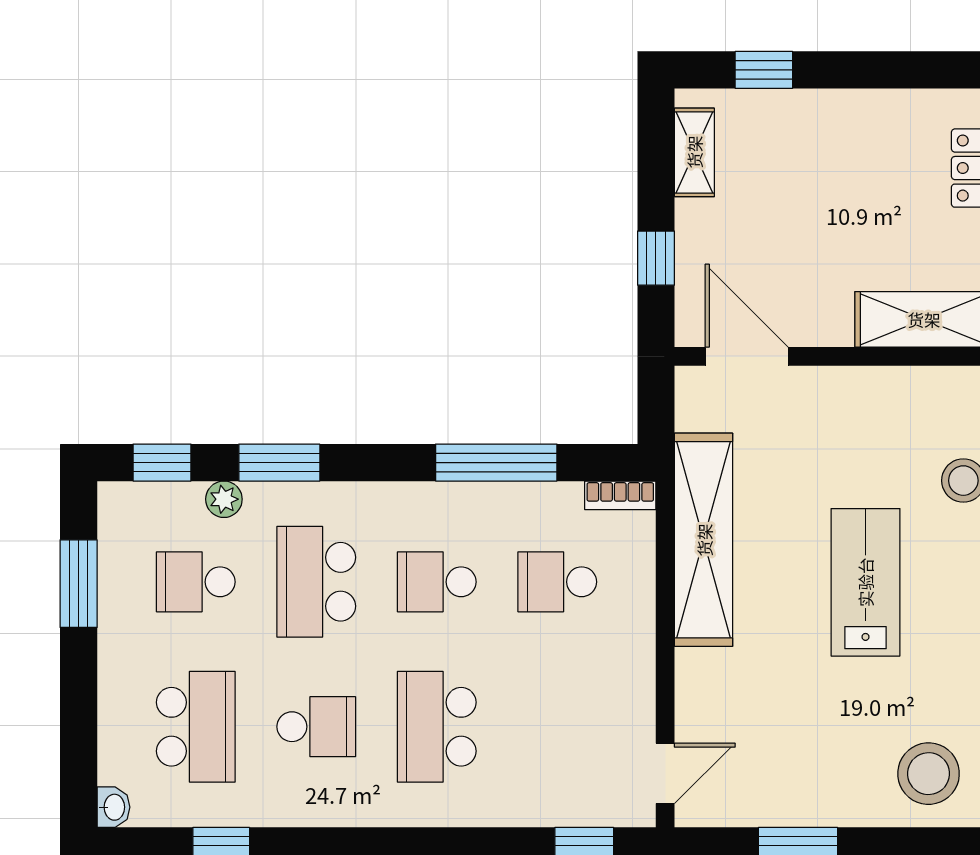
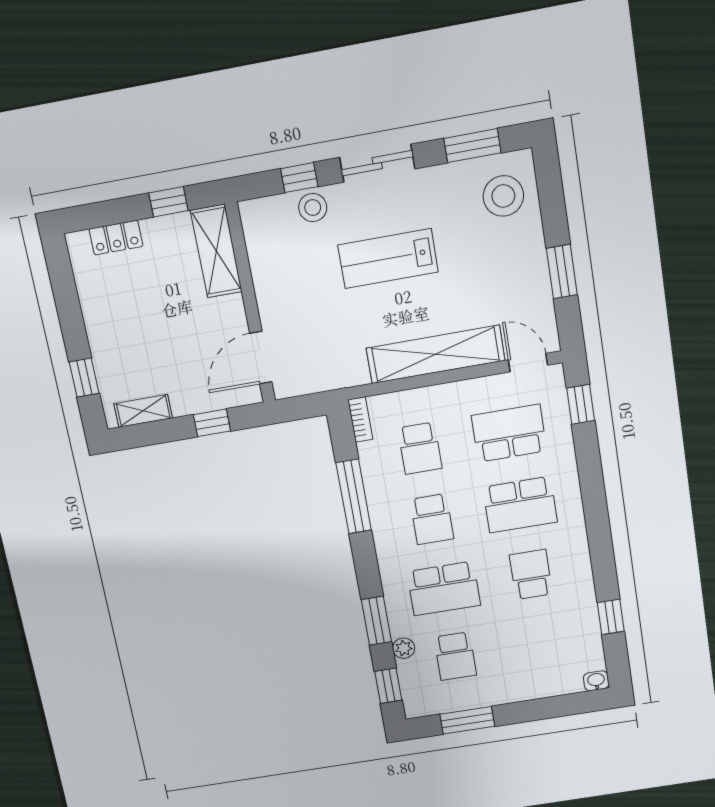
shelving: (704, 540) -> (435, 354), moved
school desk: (196, 727) -> (509, 433), moved

